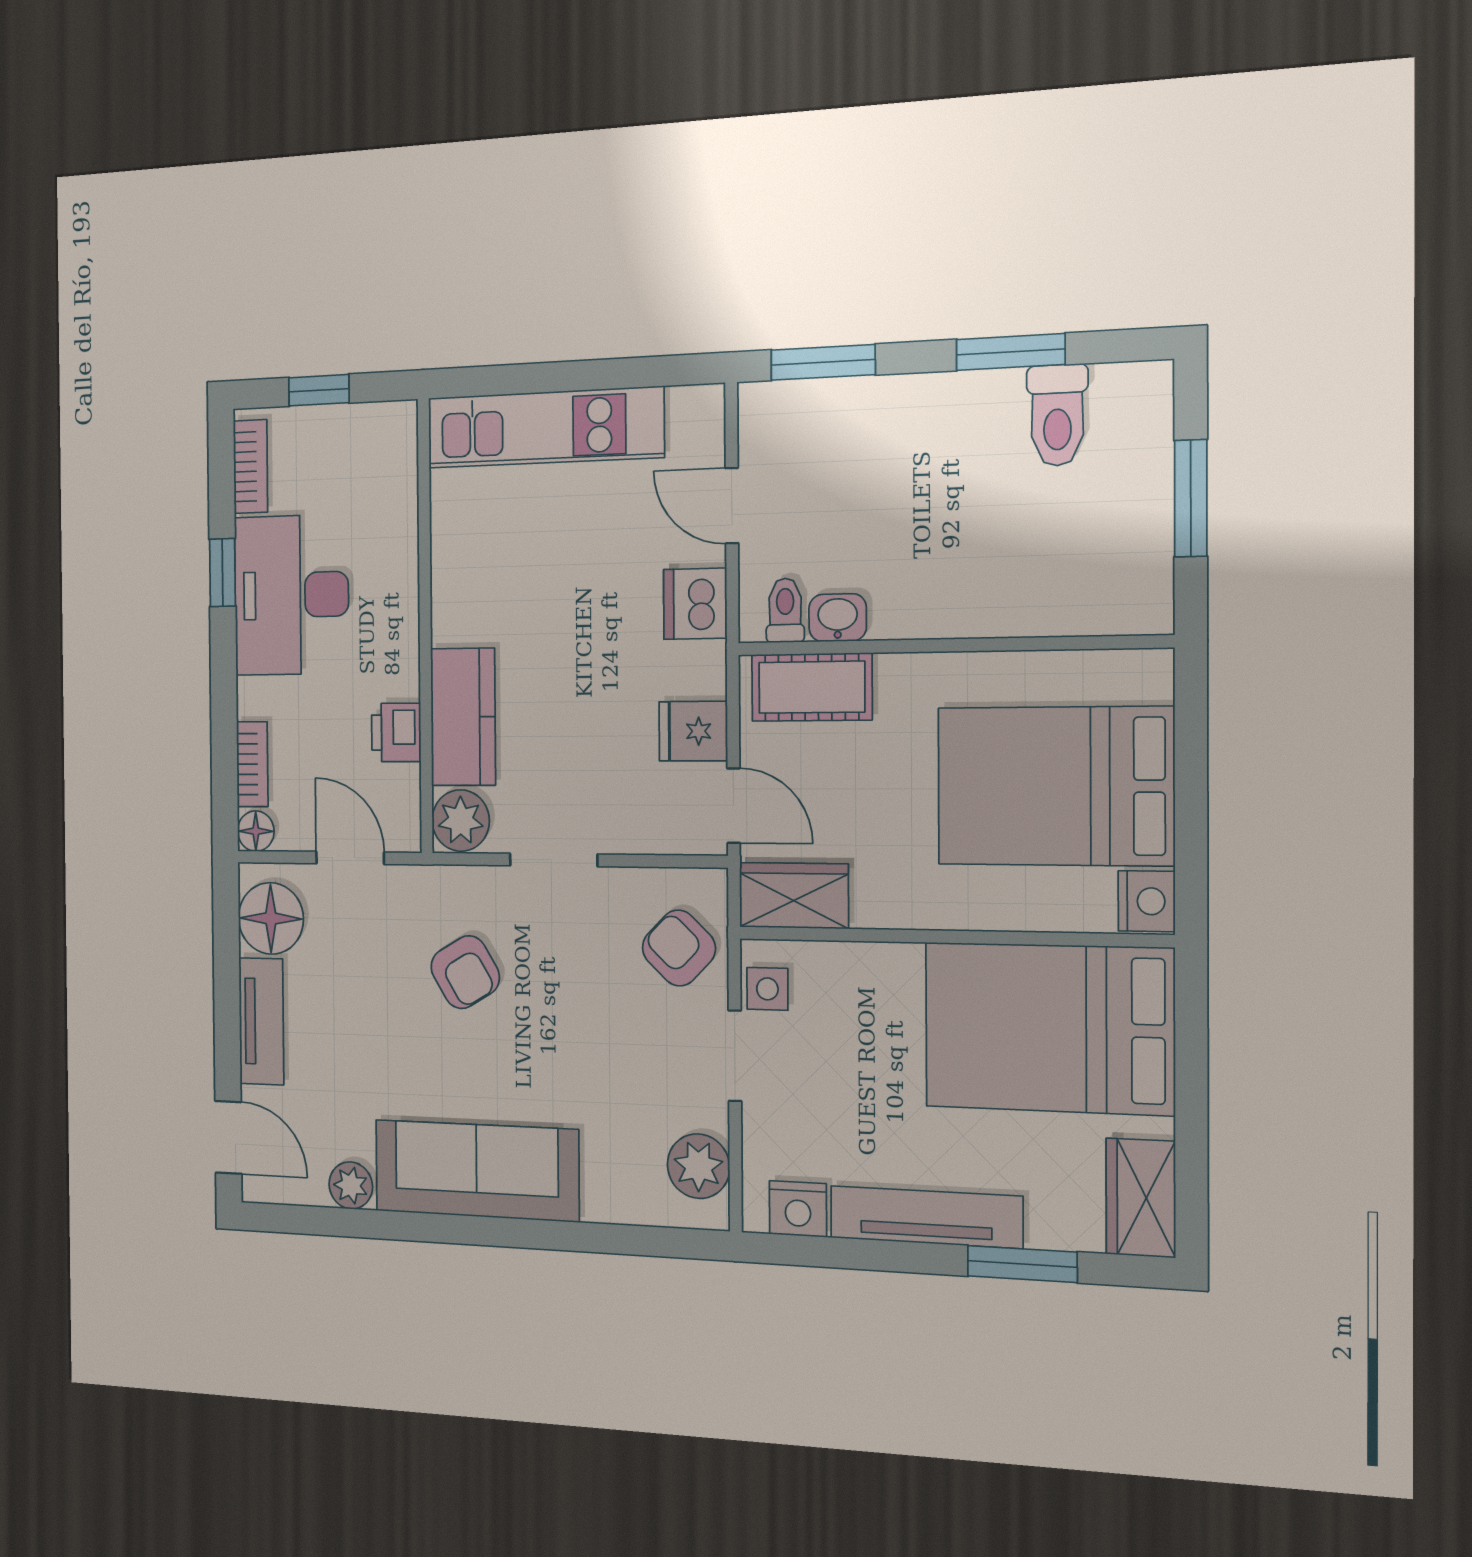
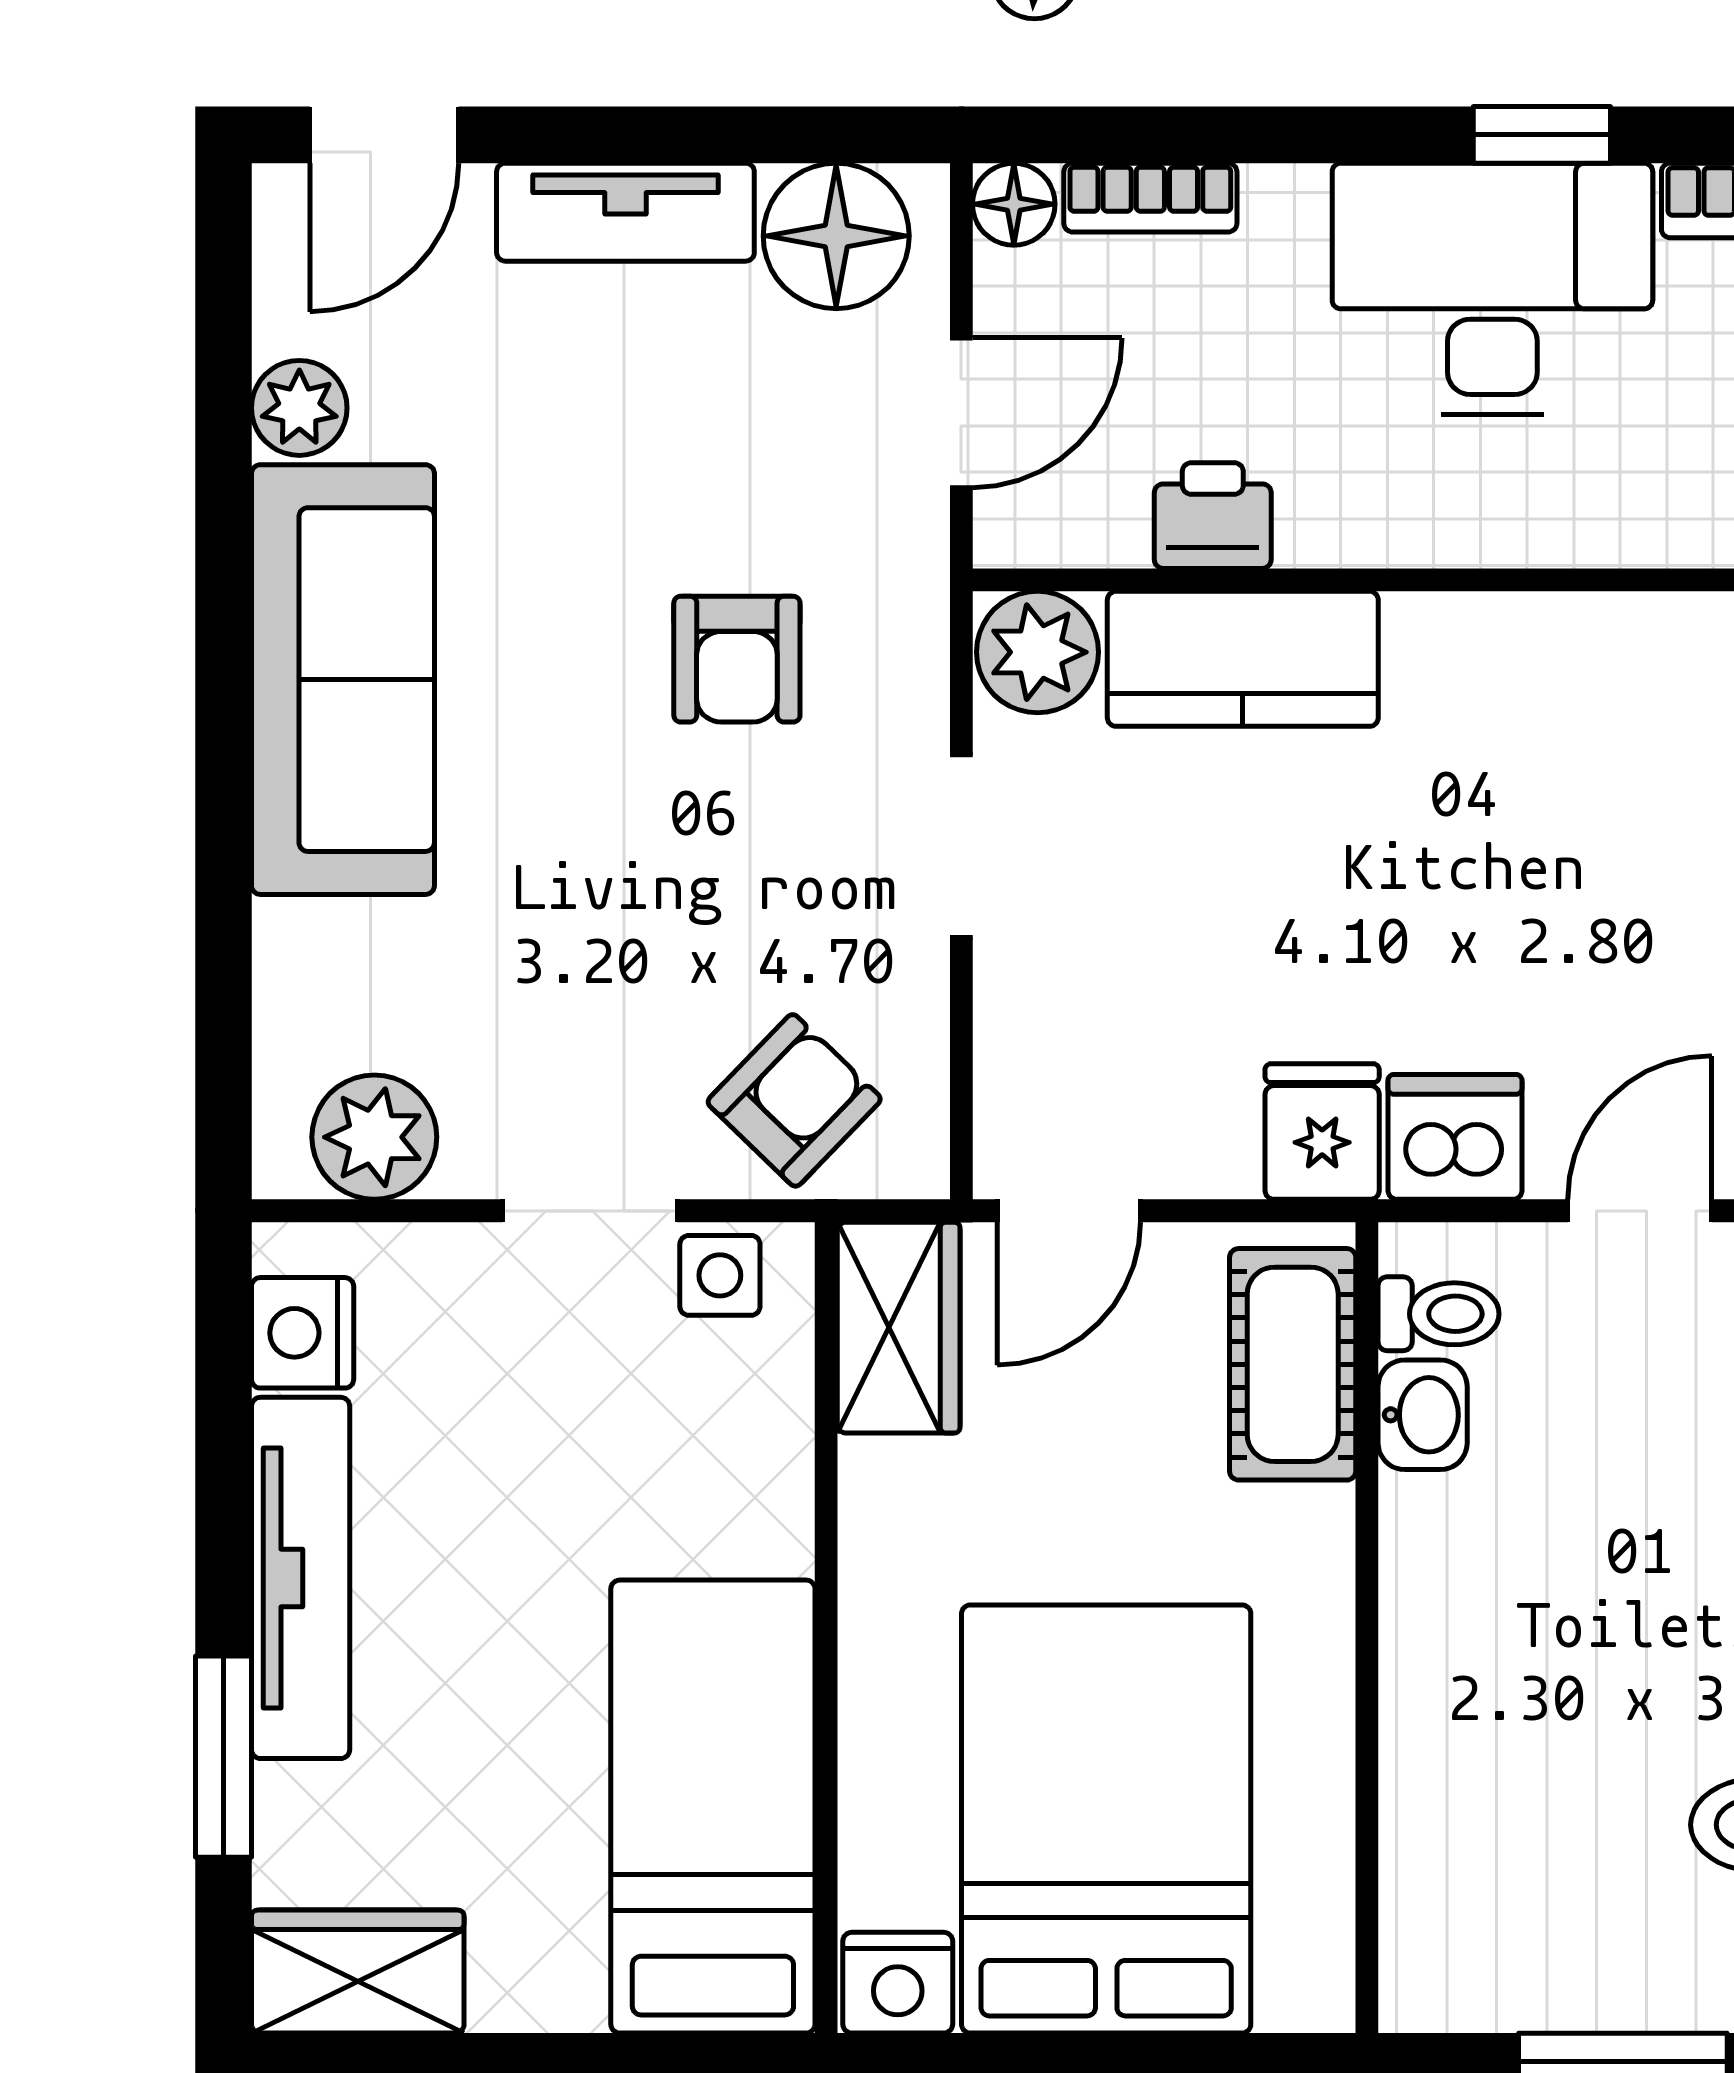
fridge: (693, 731) -> (1322, 1132), moved
armchair: (465, 972) -> (737, 659), turned -59
bed: (1049, 1028) -> (713, 1807), width x0.67

